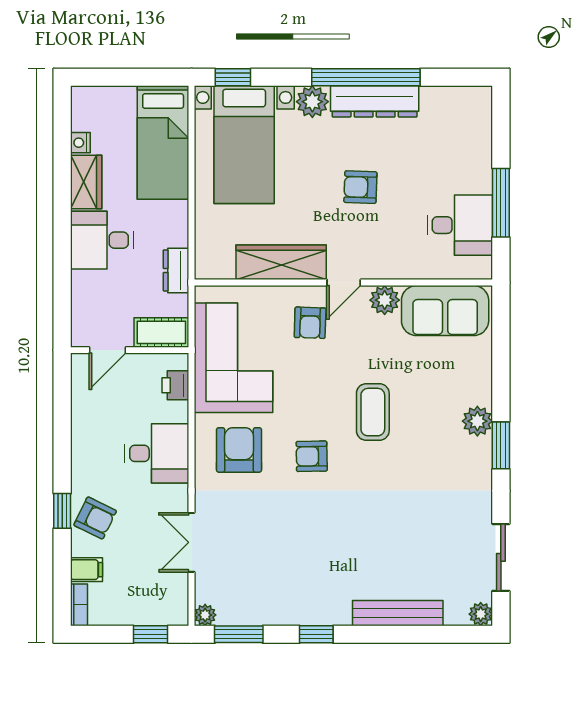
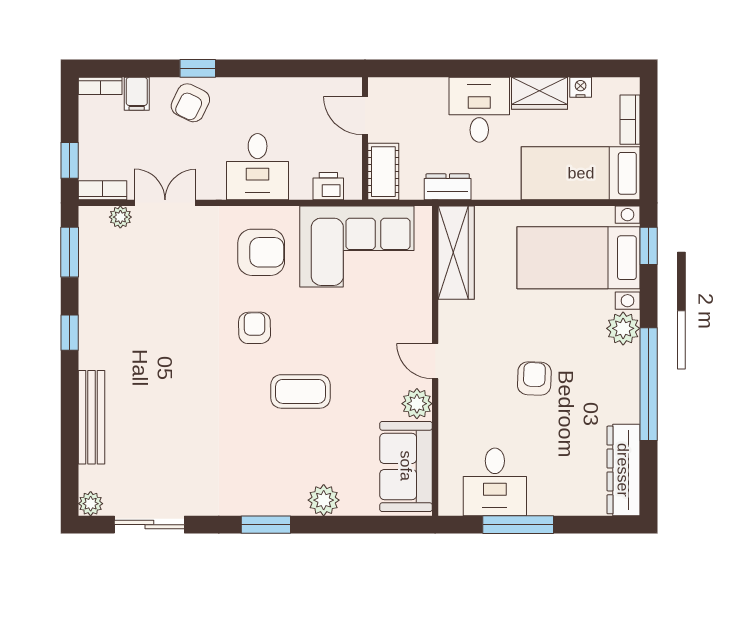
bookcase: (111, 95) -> (630, 120), added
dresser: (375, 101) -> (623, 470), moved
wardrobe: (281, 262) -> (456, 253), moved
armchair: (310, 323) -> (393, 326), removed
plant: (477, 421) -> (324, 500), moved
bookcase: (179, 603) -> (103, 190), added
plant: (205, 615) -> (120, 217), moved

